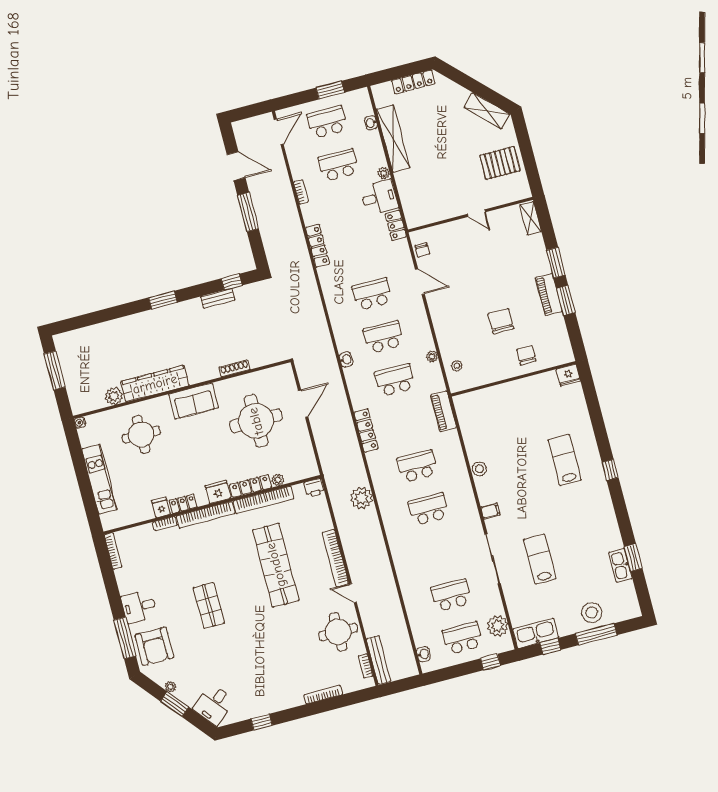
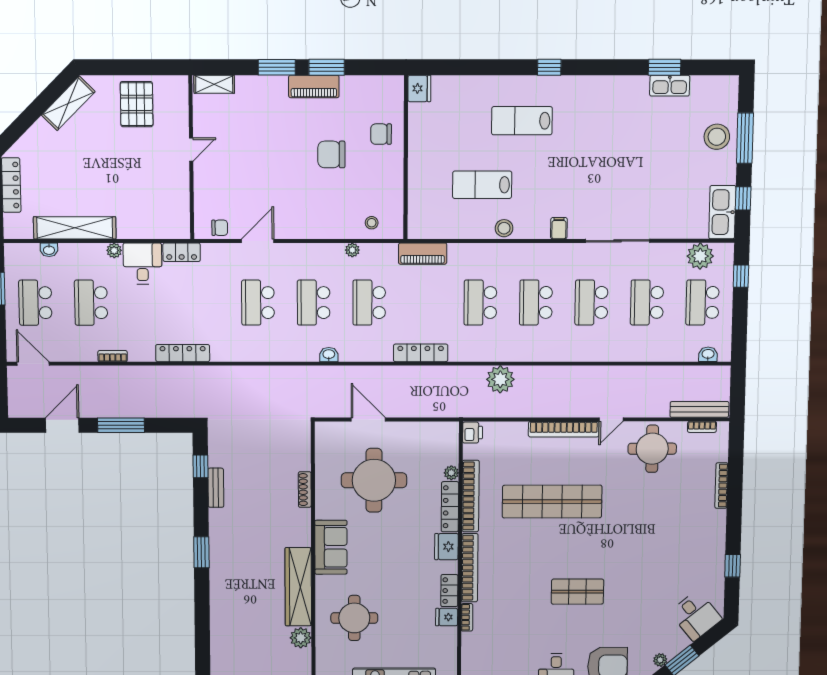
school desk: (440, 552) -> (591, 302), added
lab bench: (540, 559) -> (482, 185), moved

